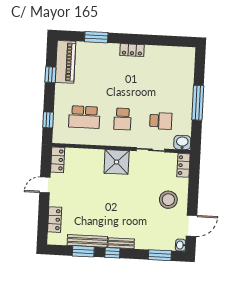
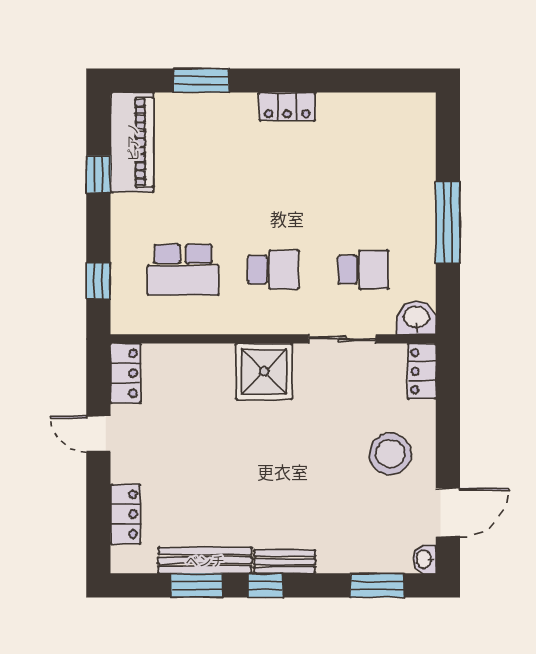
school desk: (123, 119) -> (273, 270), turned -90
door: (45, 185) -> (98, 434), hinge flipped

